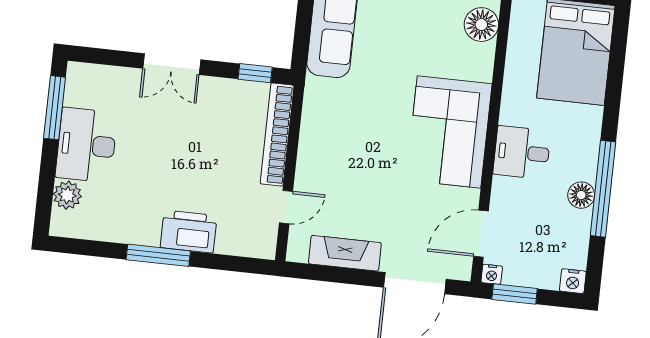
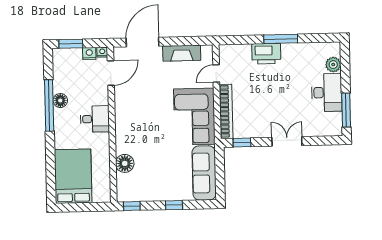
floor lamp: (481, 25) -> (125, 163), moved
corner sofa: (449, 132) -> (194, 117), moved, turned 180
nightstand: (573, 281) -> (89, 54), moved
window: (515, 294) -> (71, 44), moved

